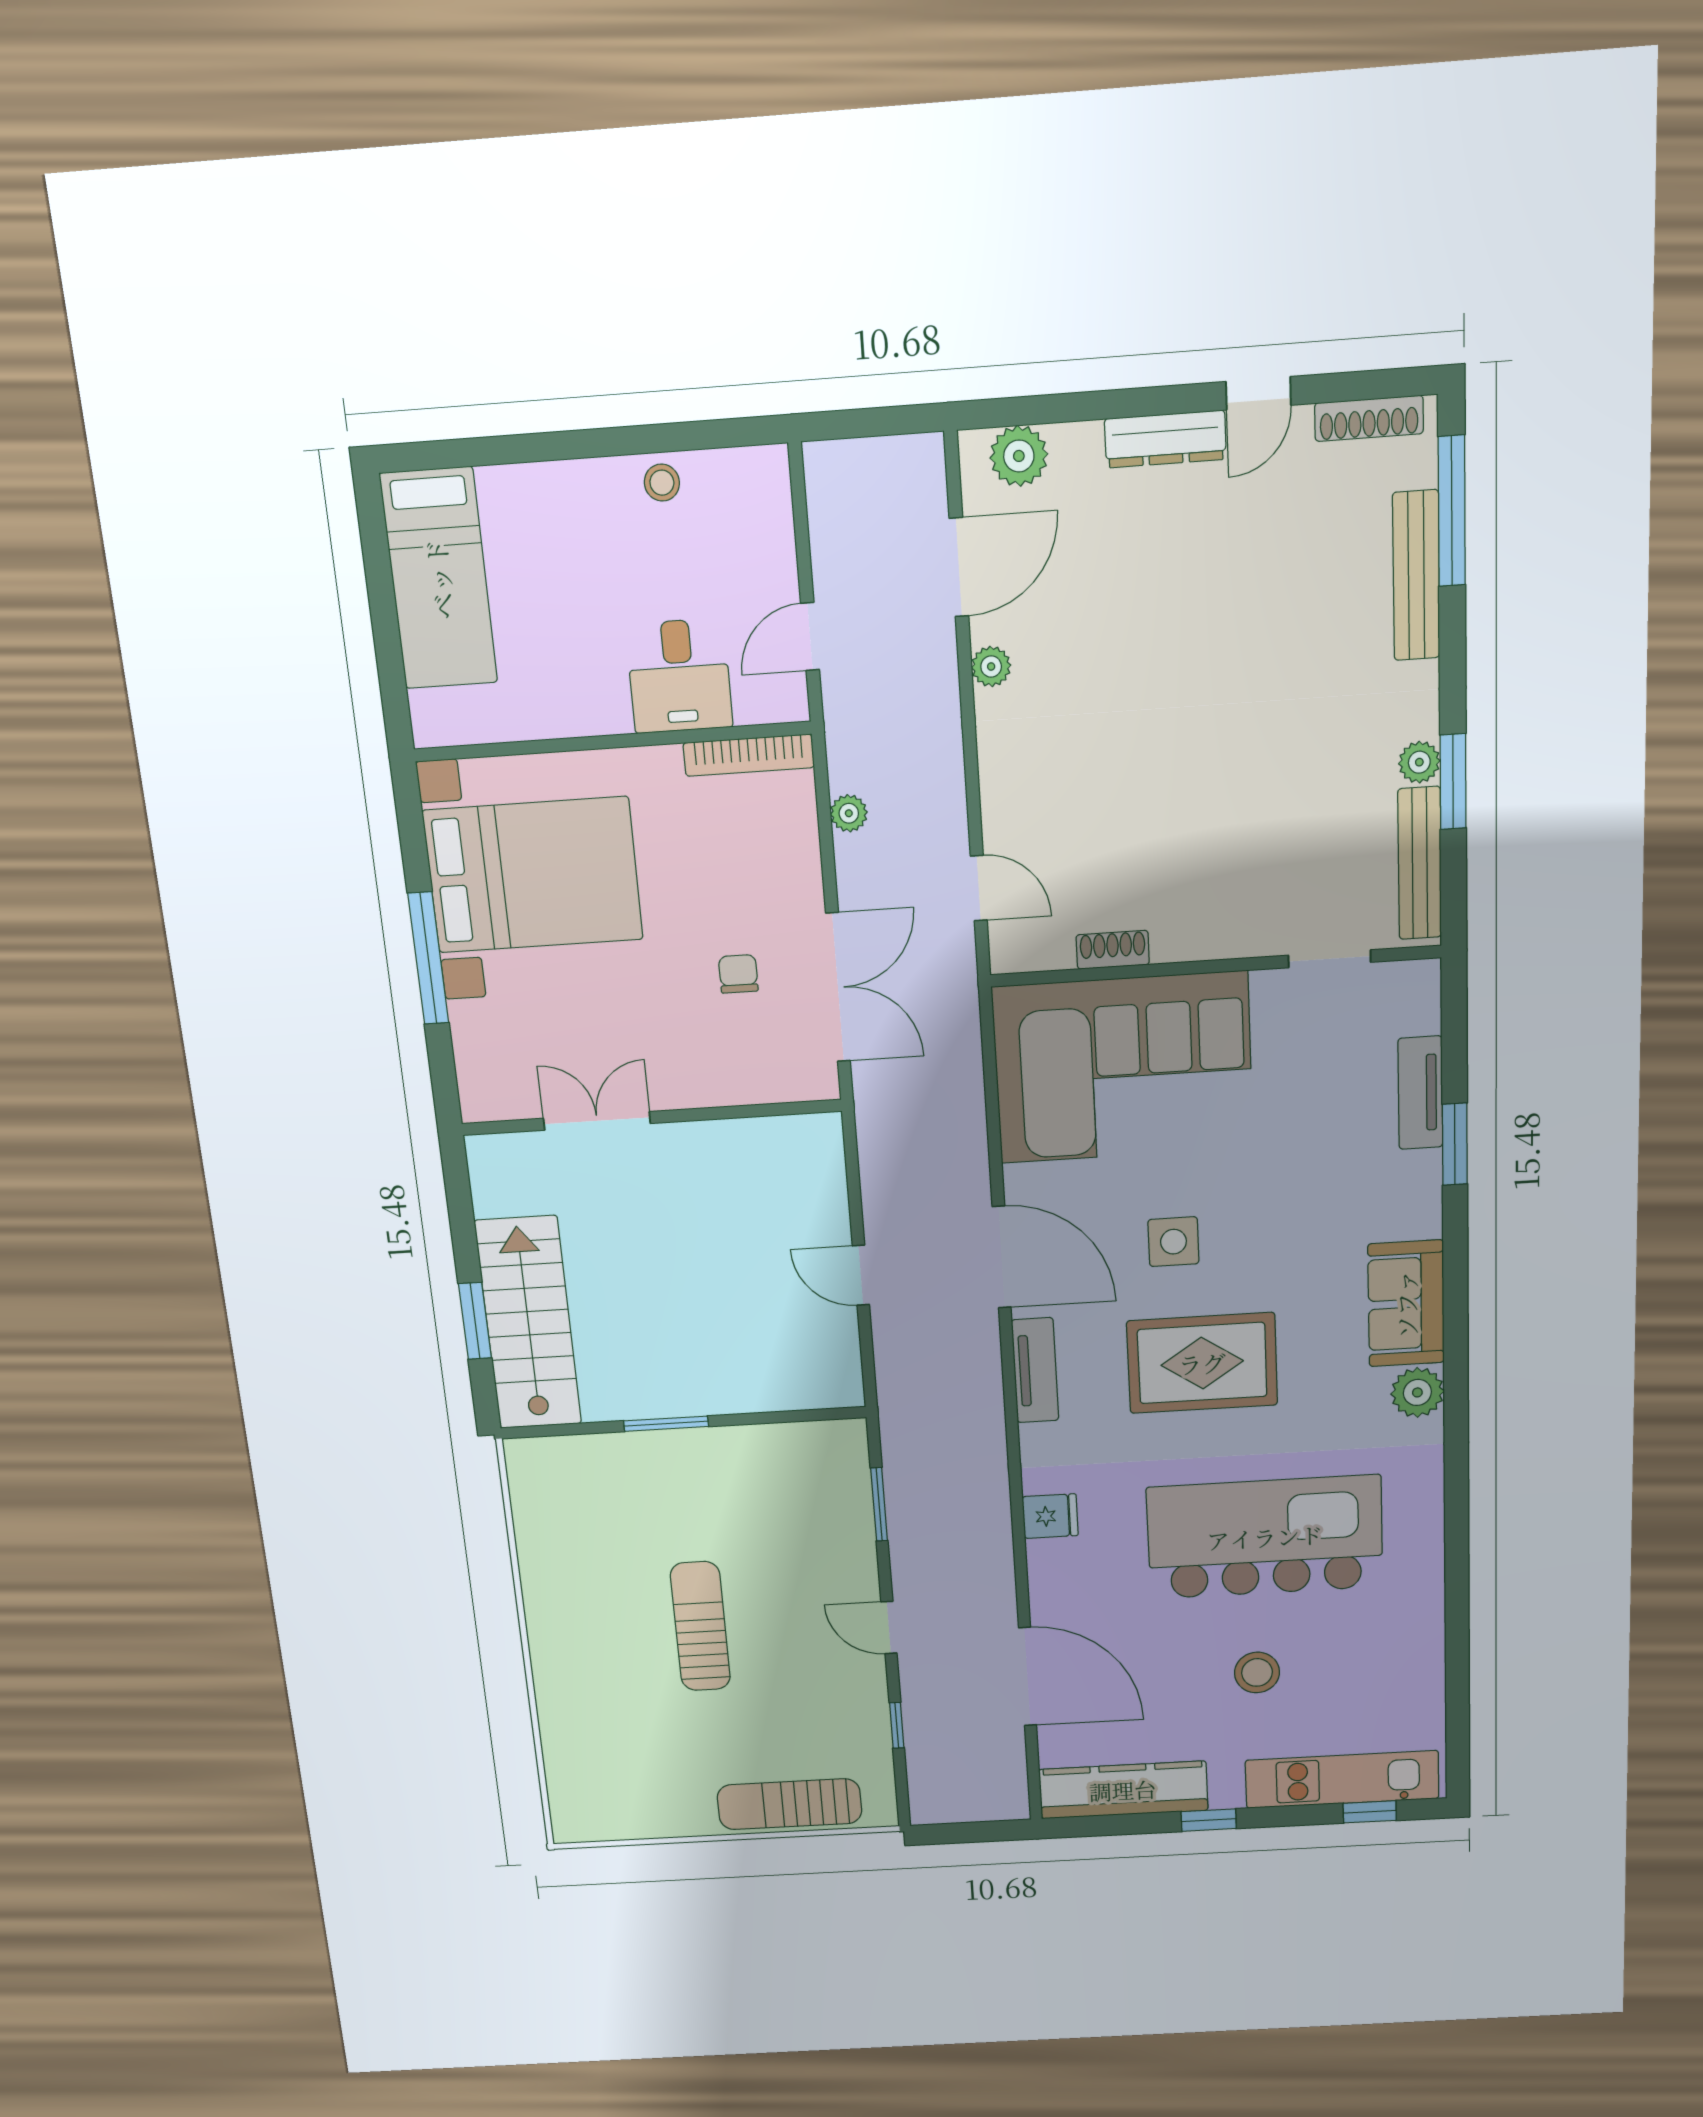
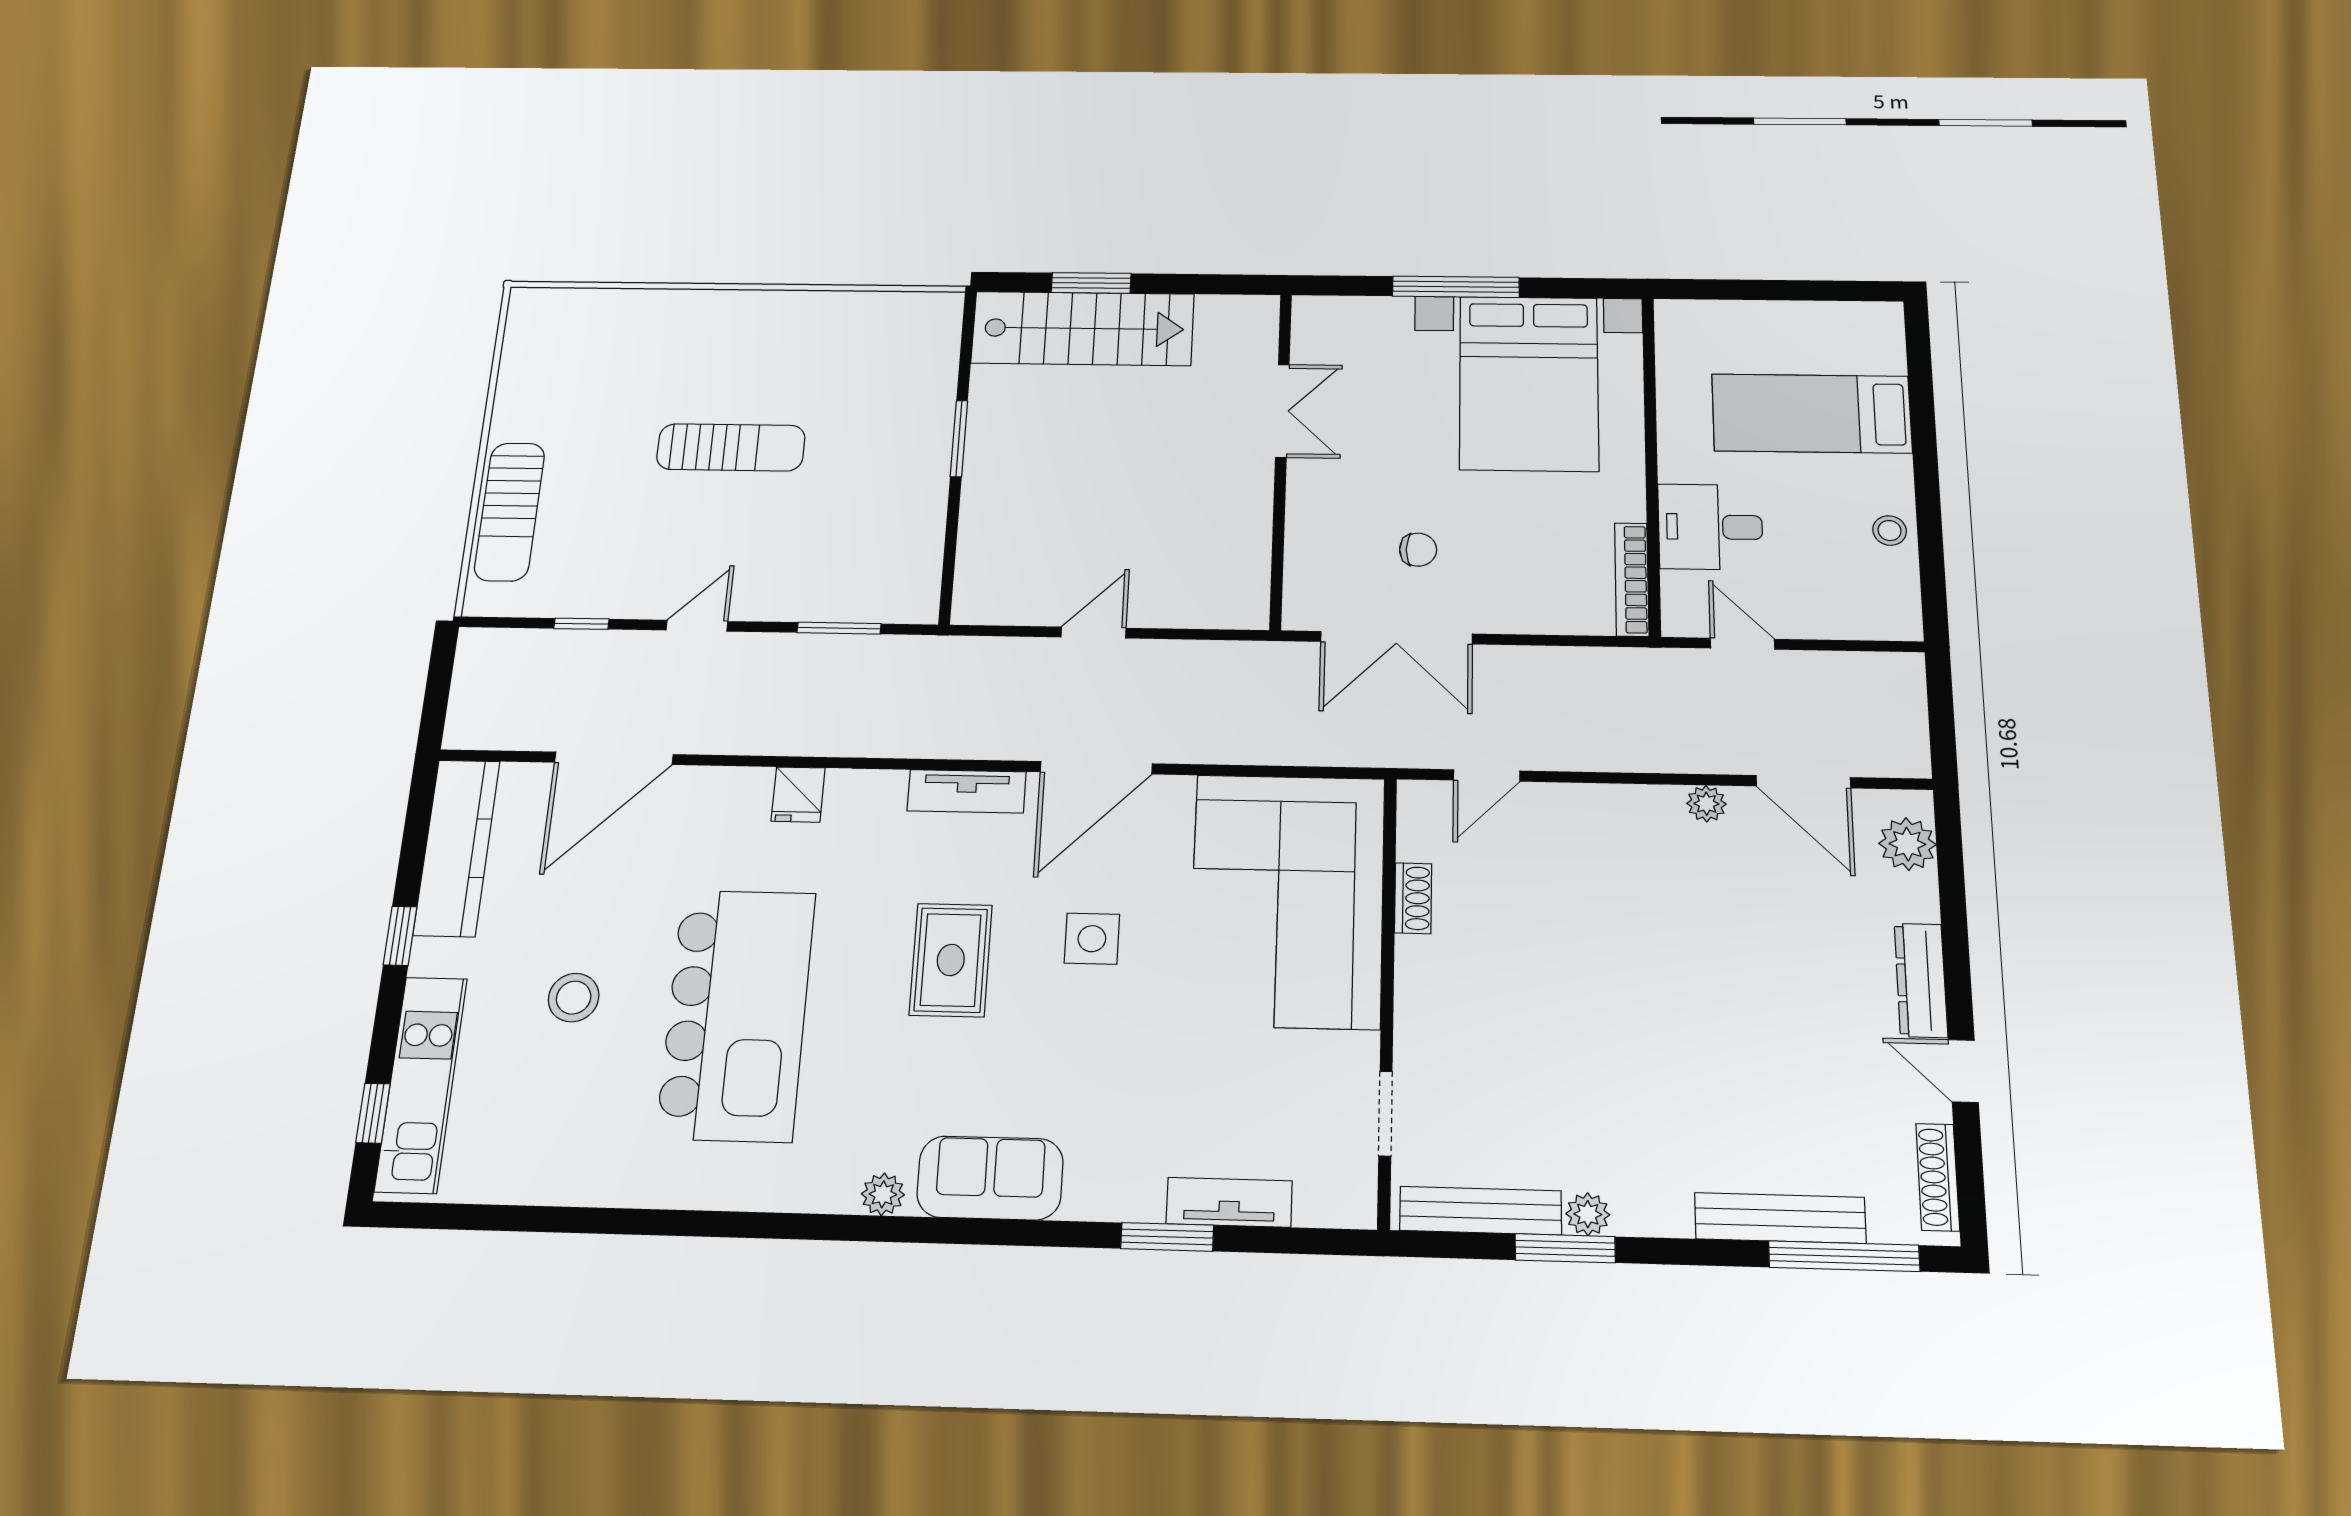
bed: (439, 579) -> (1812, 413), moved
plant: (849, 813) -> (1570, 663), removed
rug: (1202, 1363) -> (951, 960), width x0.73, depth x0.70
plant: (1417, 1392) -> (883, 1194), width x0.73, depth x0.73
sun lounger: (789, 1804) -> (510, 512), turned 180

